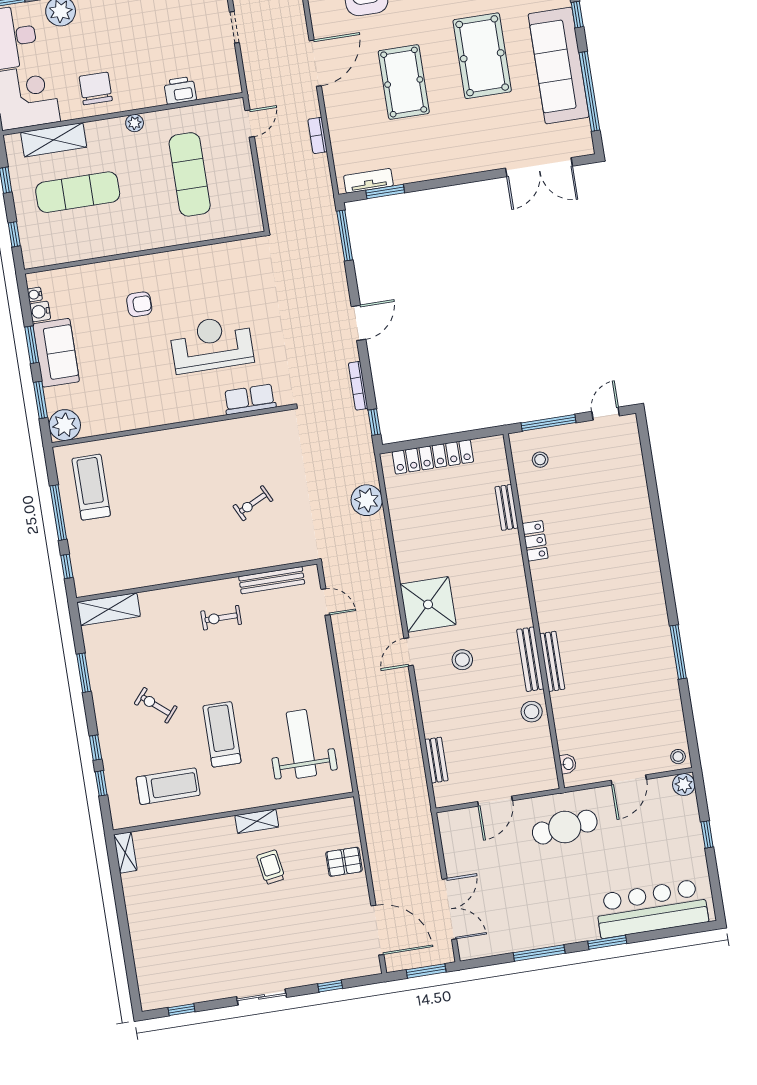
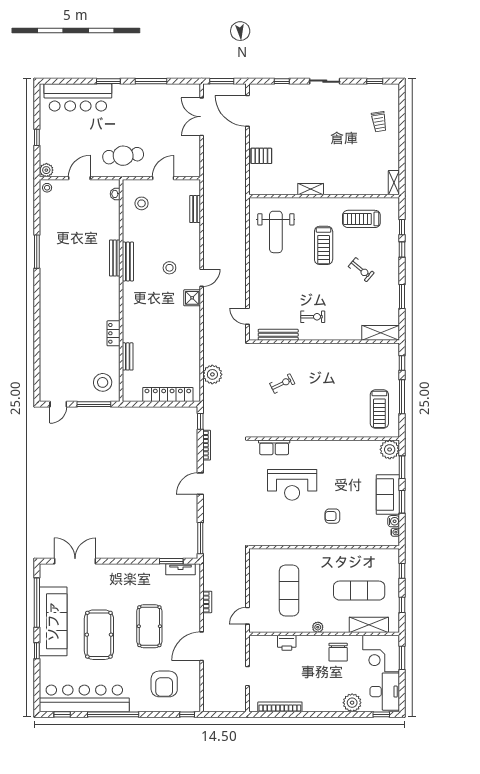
stool: (540, 460) -> (103, 382), width x1.89, depth x1.89
shower: (428, 604) -> (192, 298), width x0.54, depth x0.54
stool: (532, 712) -> (142, 203), moved
trolley: (271, 867) -> (379, 122), moved

